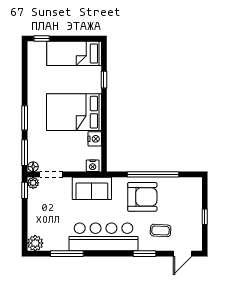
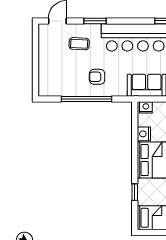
armchair: (142, 197) -> (97, 77), width x0.53, depth x0.53
window: (205, 217) -> (36, 57), removed

